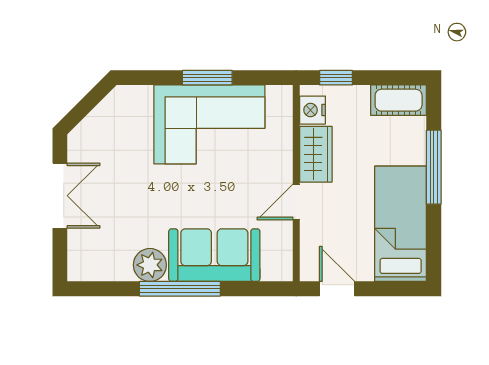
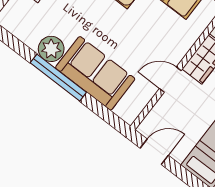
door: (337, 289) -> (154, 152), hinge flipped

